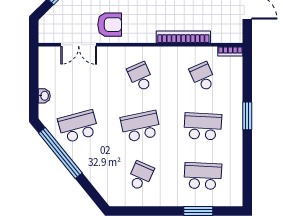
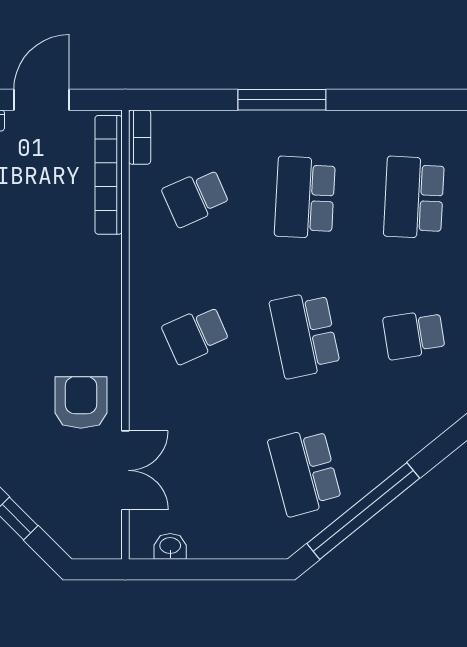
bookcase: (183, 37) -> (109, 175), moved
washbasin: (44, 96) -> (170, 546), moved
window: (247, 116) -> (282, 100), width x1.44
school desk: (140, 176) -> (414, 335), turned -33

